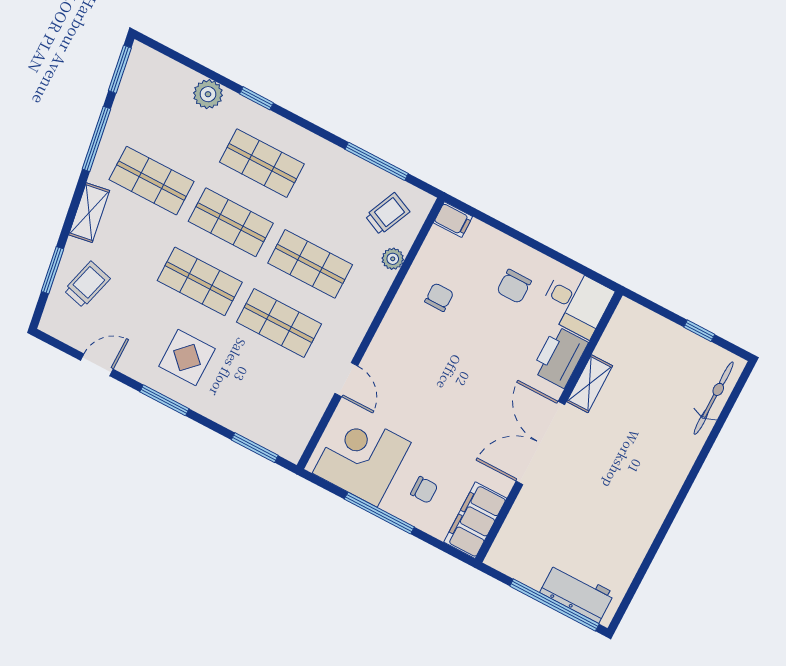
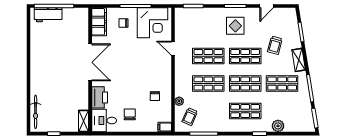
trolley: (87, 284) -> (275, 45), moved
shelving: (590, 384) -> (84, 121), moved

